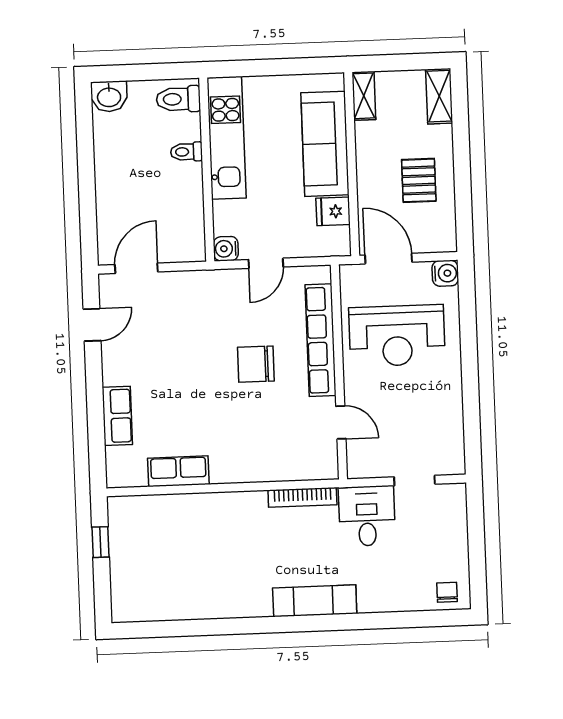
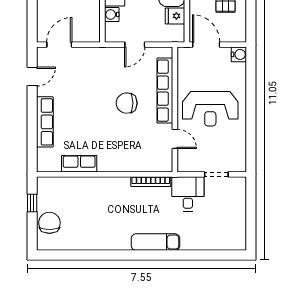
water cooler: (226, 249) -> (112, 15), moved
reception desk: (397, 336) -> (210, 109), moved
row of seats: (117, 416) -> (45, 122), width x1.48
chair: (447, 592) -> (49, 223), moved, width x1.87, depth x1.87

